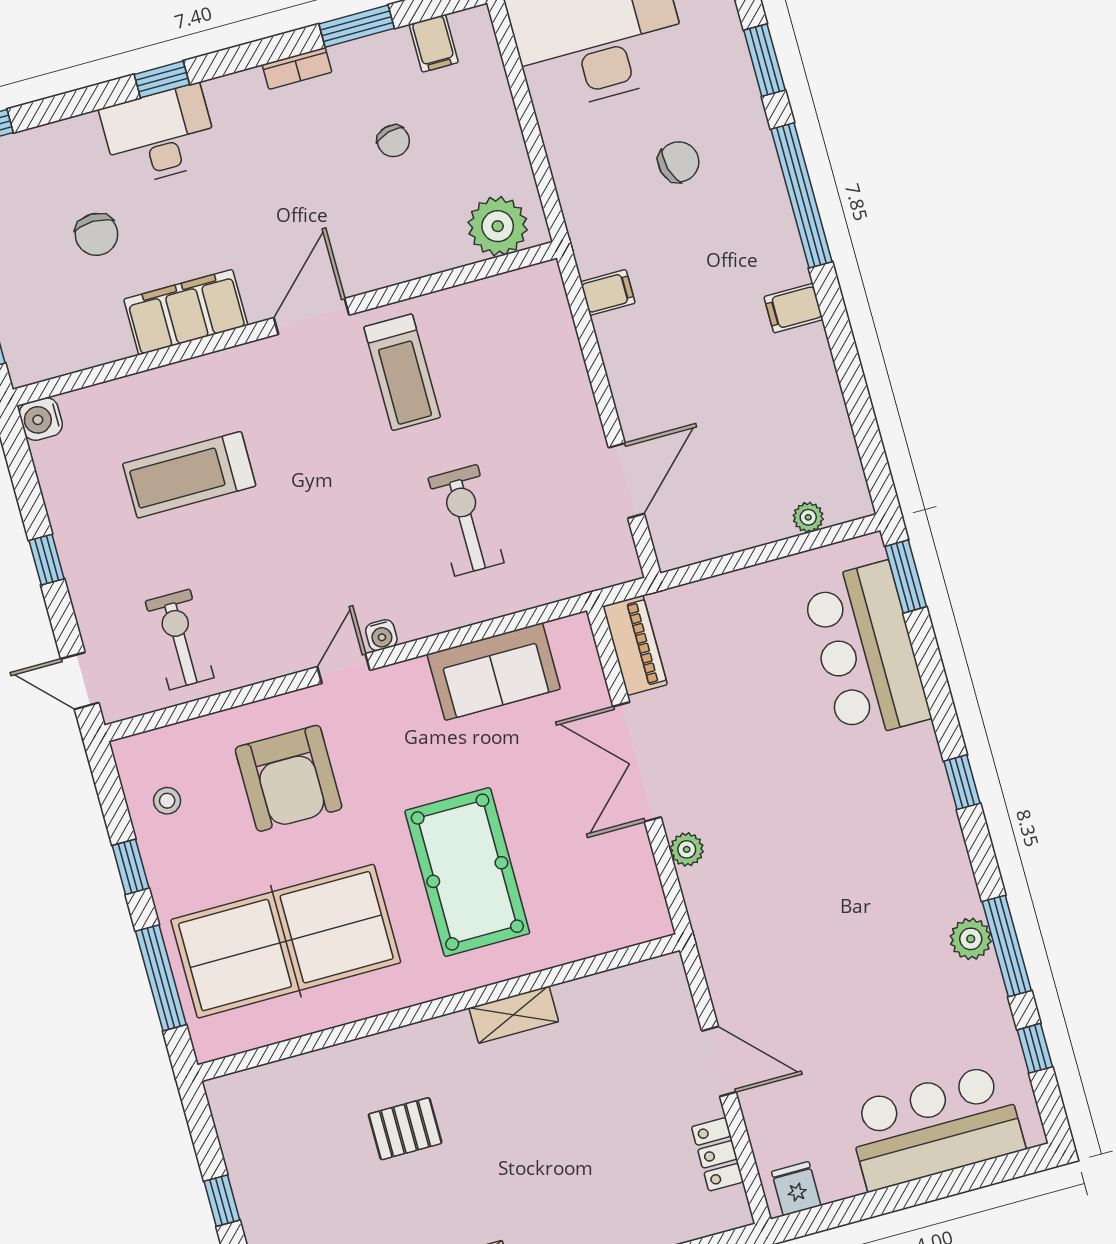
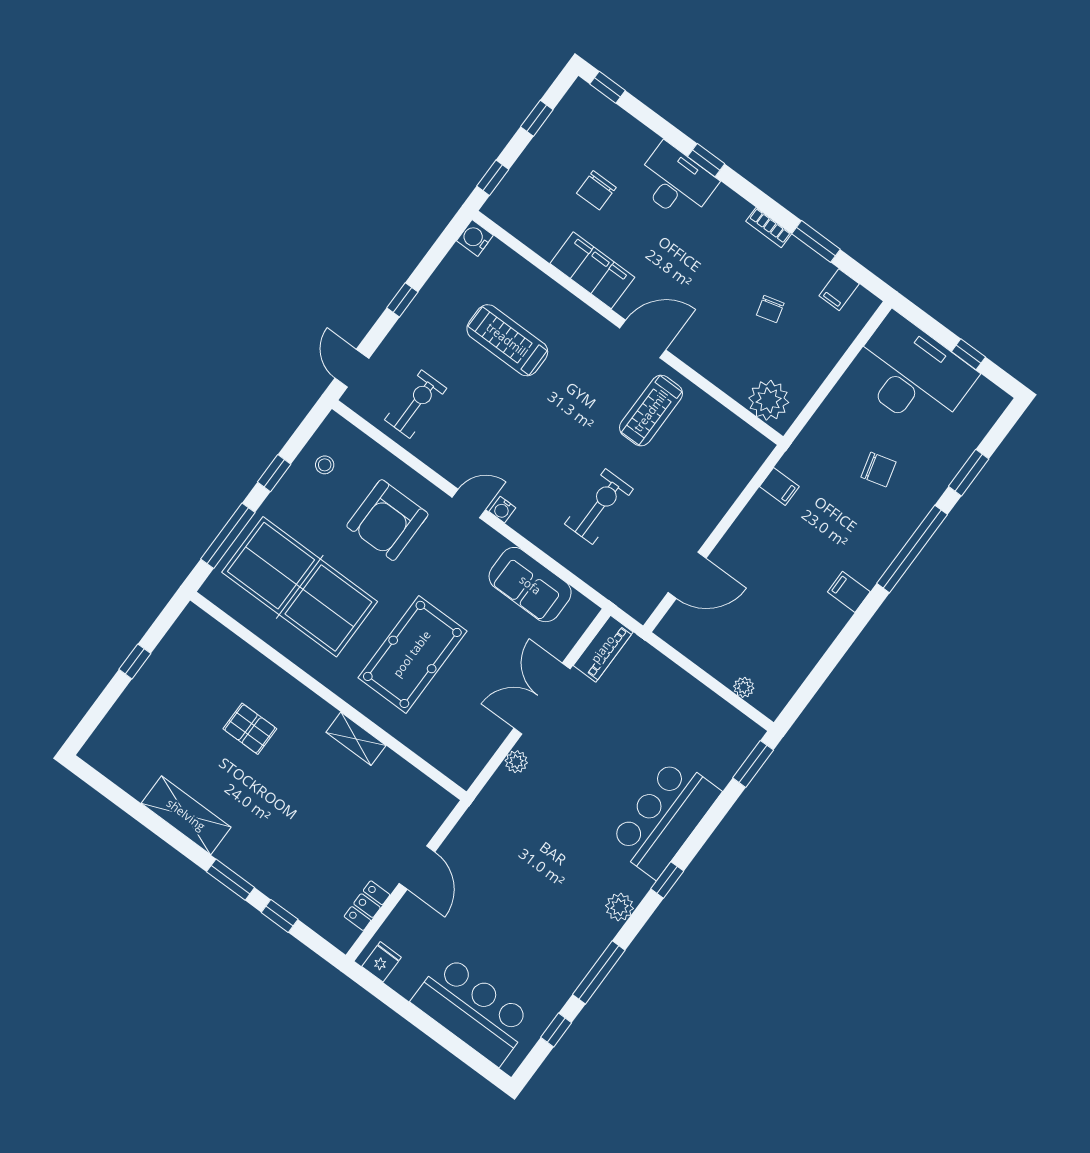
bar counter: (866, 651) -> (665, 818), moved
plant: (971, 939) -> (620, 907), moved

